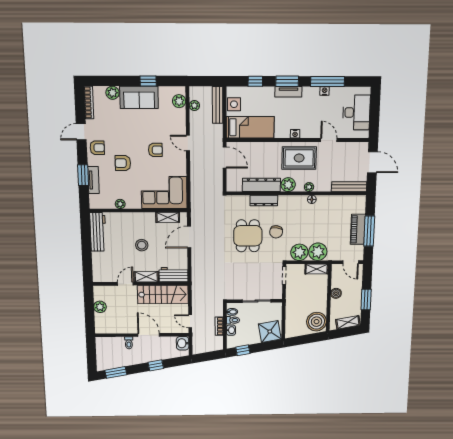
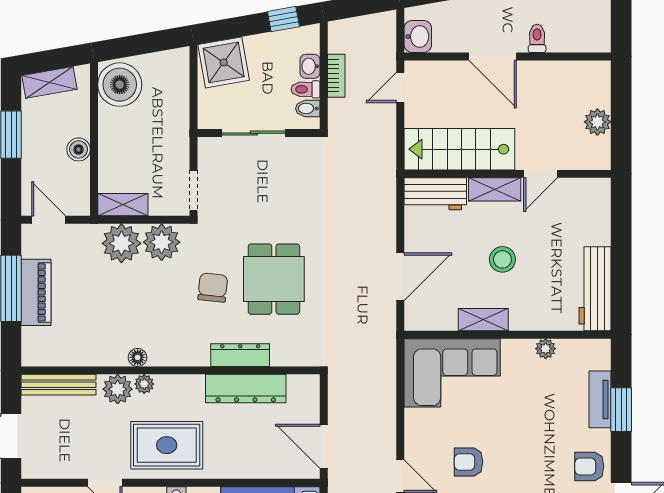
armchair: (123, 163) -> (537, 435), removed
plant: (288, 185) -> (118, 389), moved
shelving: (168, 217) -> (483, 320), moved
door: (190, 321) -> (400, 88), swing flipped

